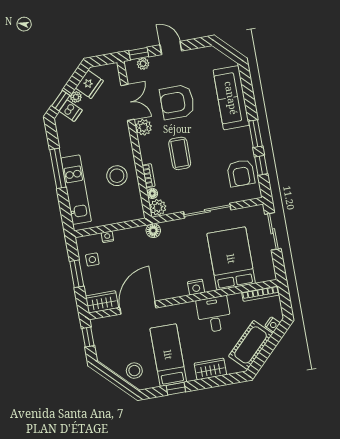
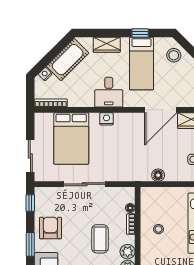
window: (261, 165) -> (30, 203), moved
armchair: (241, 173) -> (50, 228), moved
stool: (117, 176) -> (159, 229), width x0.53, depth x0.53
plant: (158, 207) -> (128, 252), moved
floor lamp: (153, 231) -> (158, 175), moved
nightstand: (107, 237) -> (176, 177), removed
desk: (214, 314) -> (109, 92), moved

